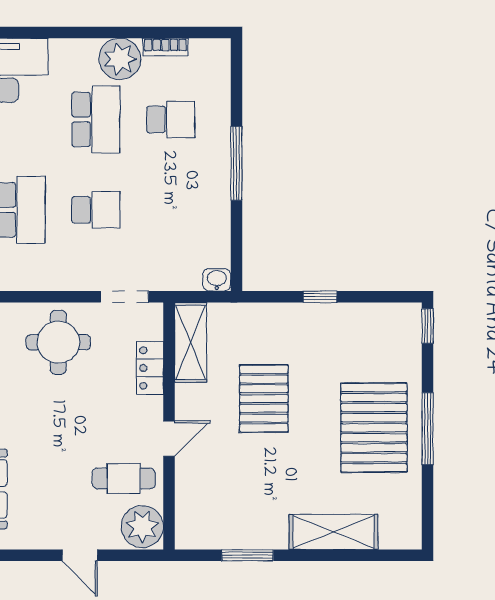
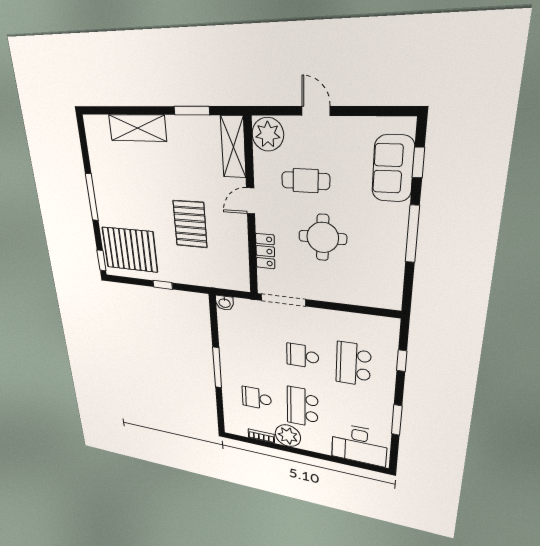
doorway: (125, 297) -> (283, 300), width x1.38
round table: (58, 342) -> (323, 237), moved
shelving: (191, 342) -> (233, 147), moved
pallet: (374, 428) -> (130, 250), moved, turned 90
cafe table: (124, 478) -> (306, 181), moved

